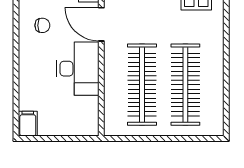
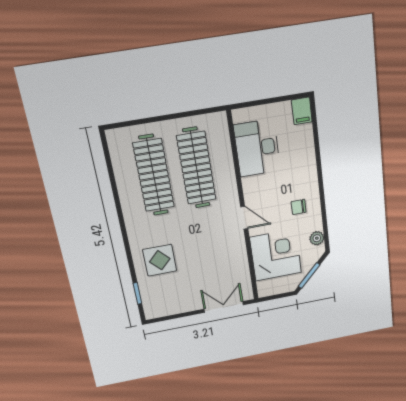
door: (101, 24) -> (244, 218), width x0.73
desk: (78, 69) -> (257, 148), moved

